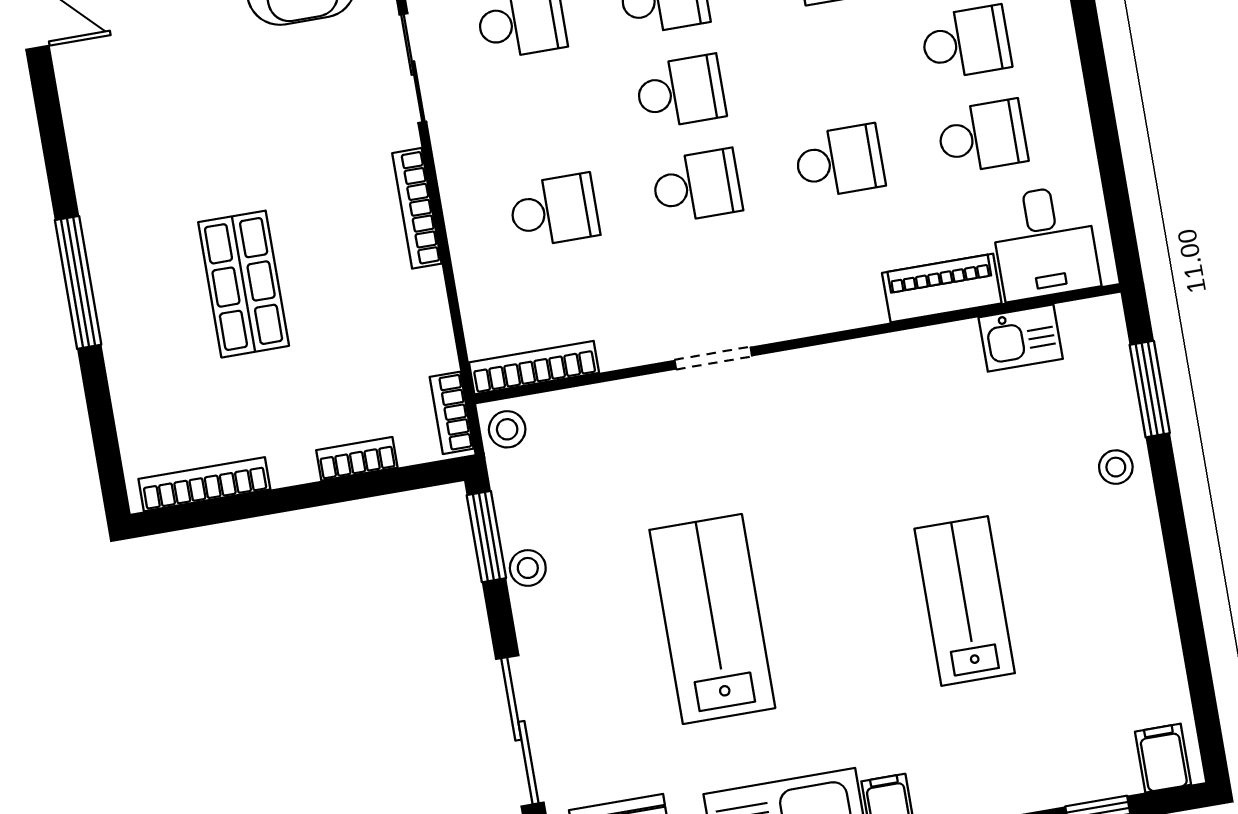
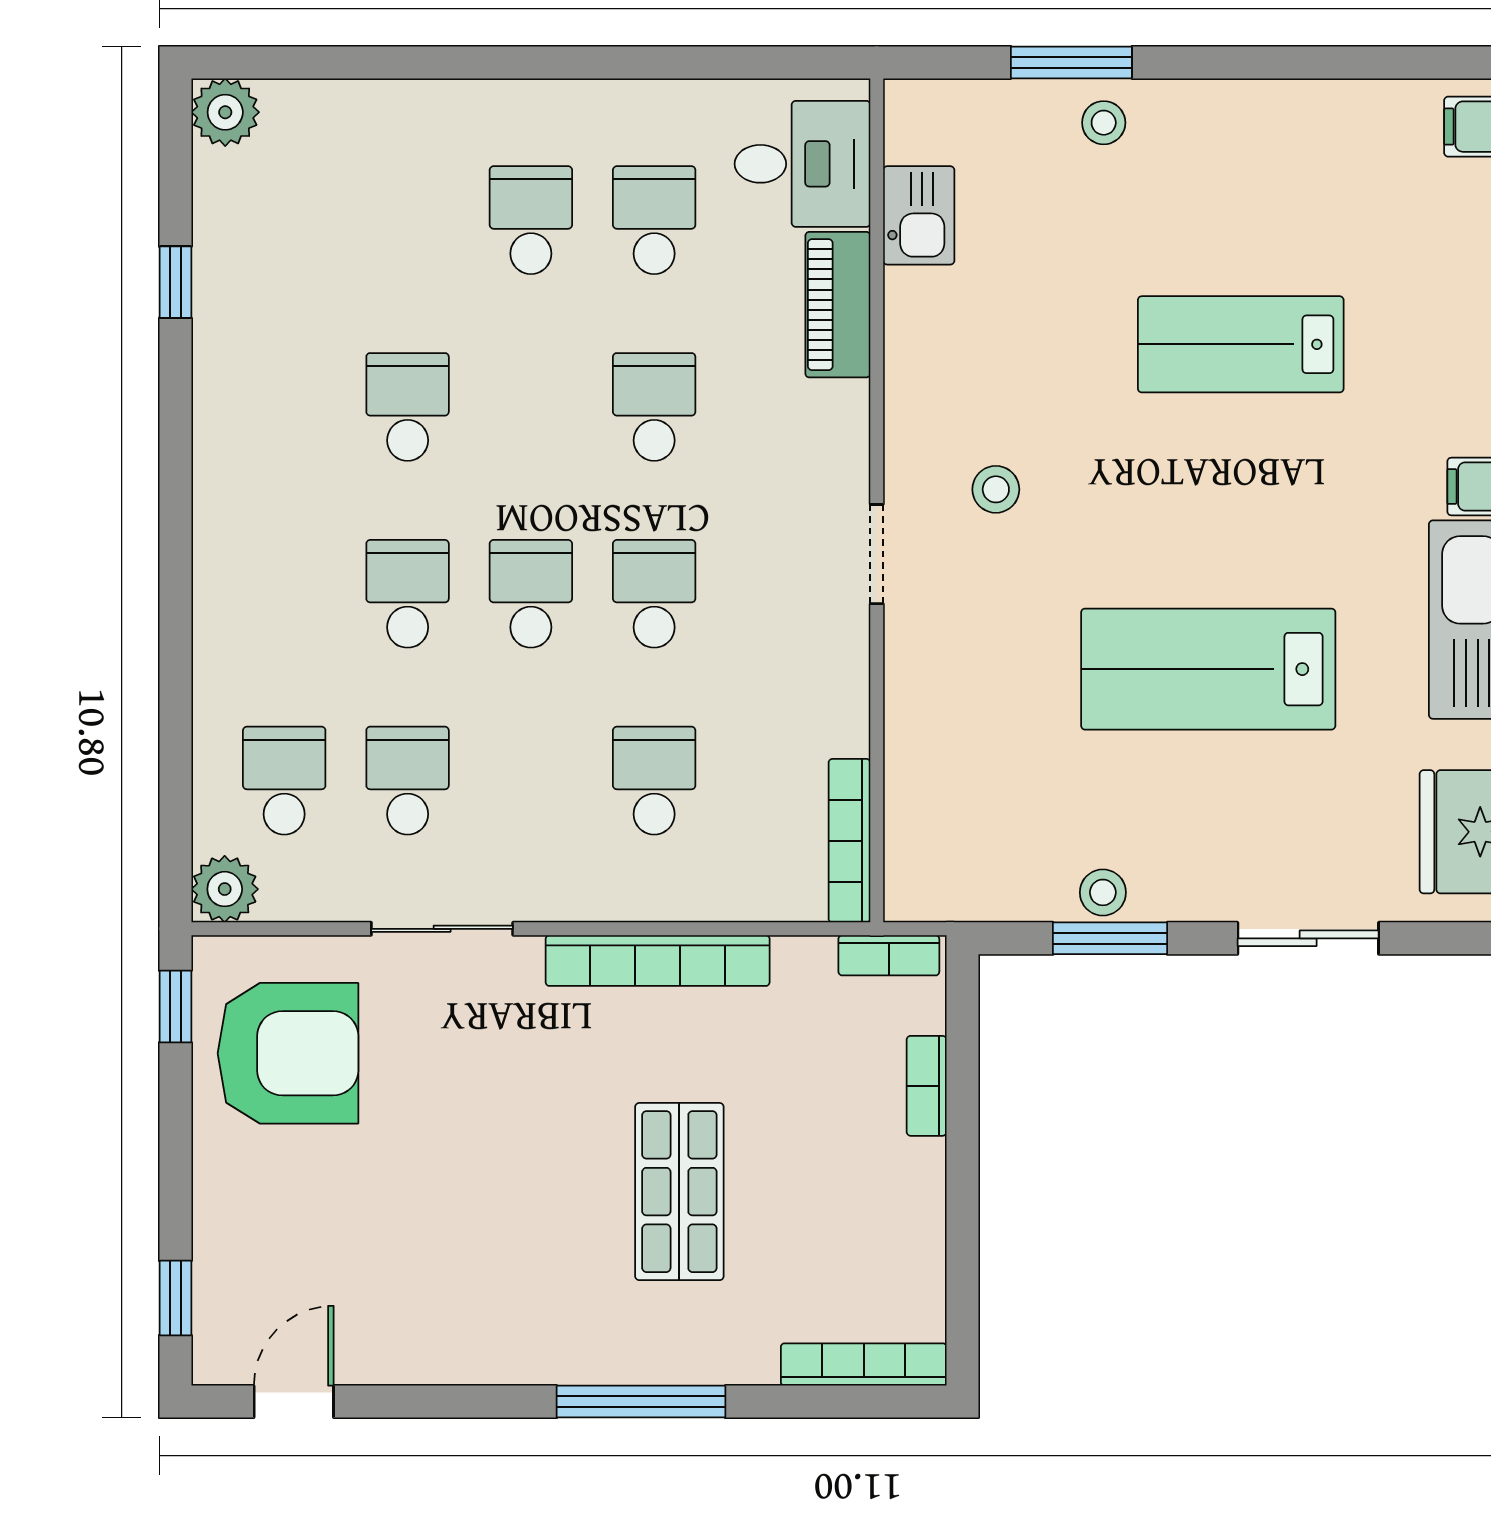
bookcase: (417, 208) -> (658, 961), width x1.48, depth x1.31
shop shelf: (244, 284) -> (679, 1192), turned 90
doorway: (713, 358) -> (877, 554), moved
window: (1150, 389) -> (1071, 62), moved
stool: (507, 429) -> (996, 489), moved
bookcase: (204, 484) -> (864, 1364), moved, turned 90
window: (486, 537) -> (1110, 938), moved
sliding door: (520, 731) -> (1308, 938), width x0.73

